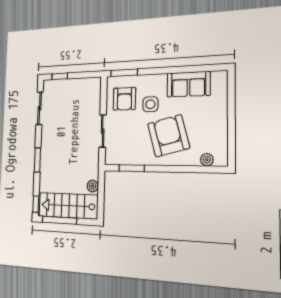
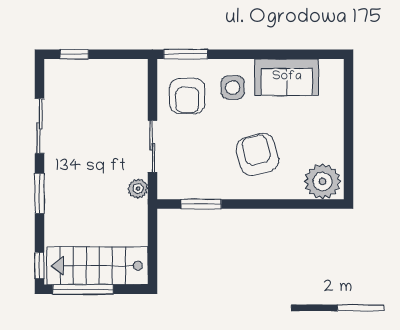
side table: (150, 104) -> (233, 87), moved
sliding door: (40, 108) -> (39, 126), moved
armchair: (168, 136) -> (257, 155), width x0.73, depth x0.73
plant: (207, 160) -> (322, 182), width x1.87, depth x1.87
plant: (93, 186) -> (138, 189), moved

